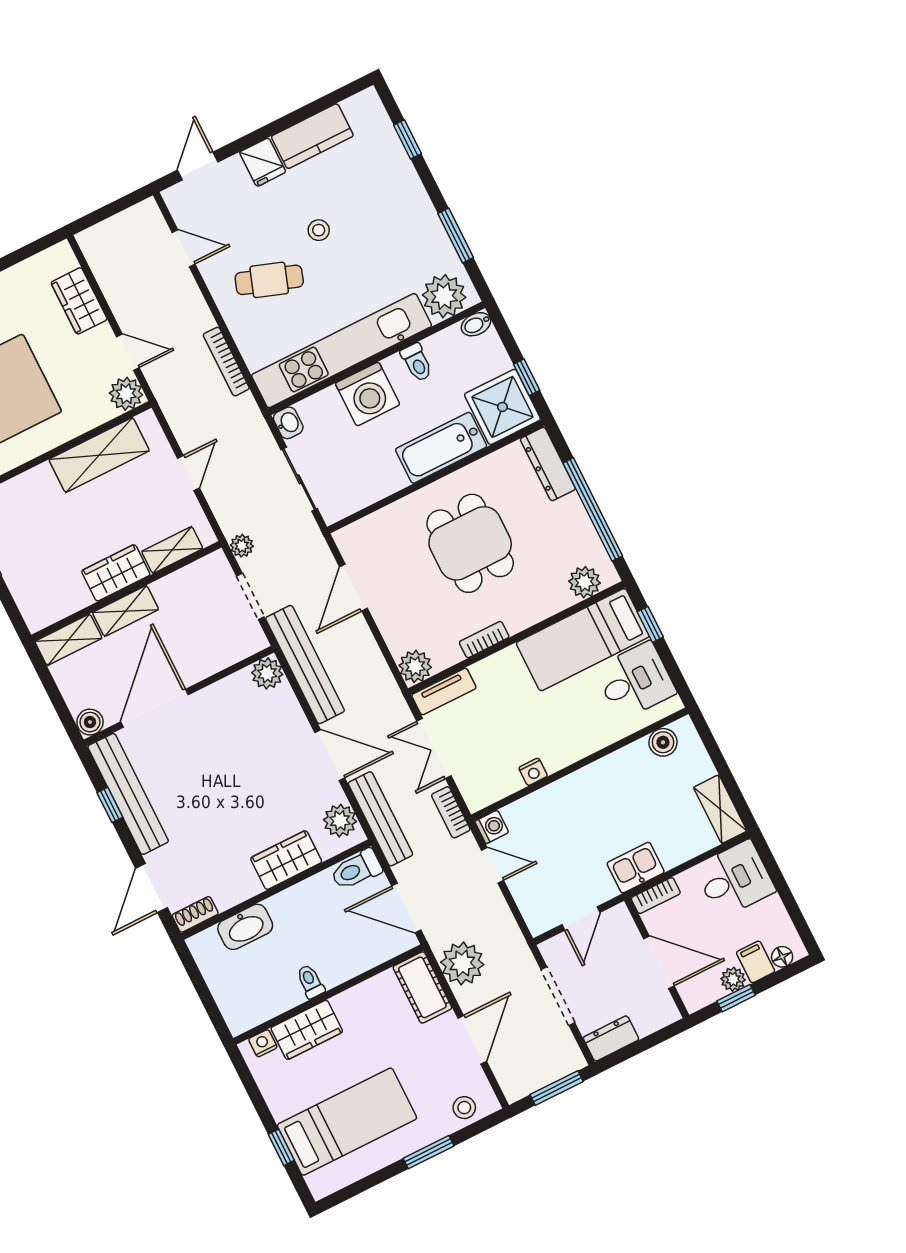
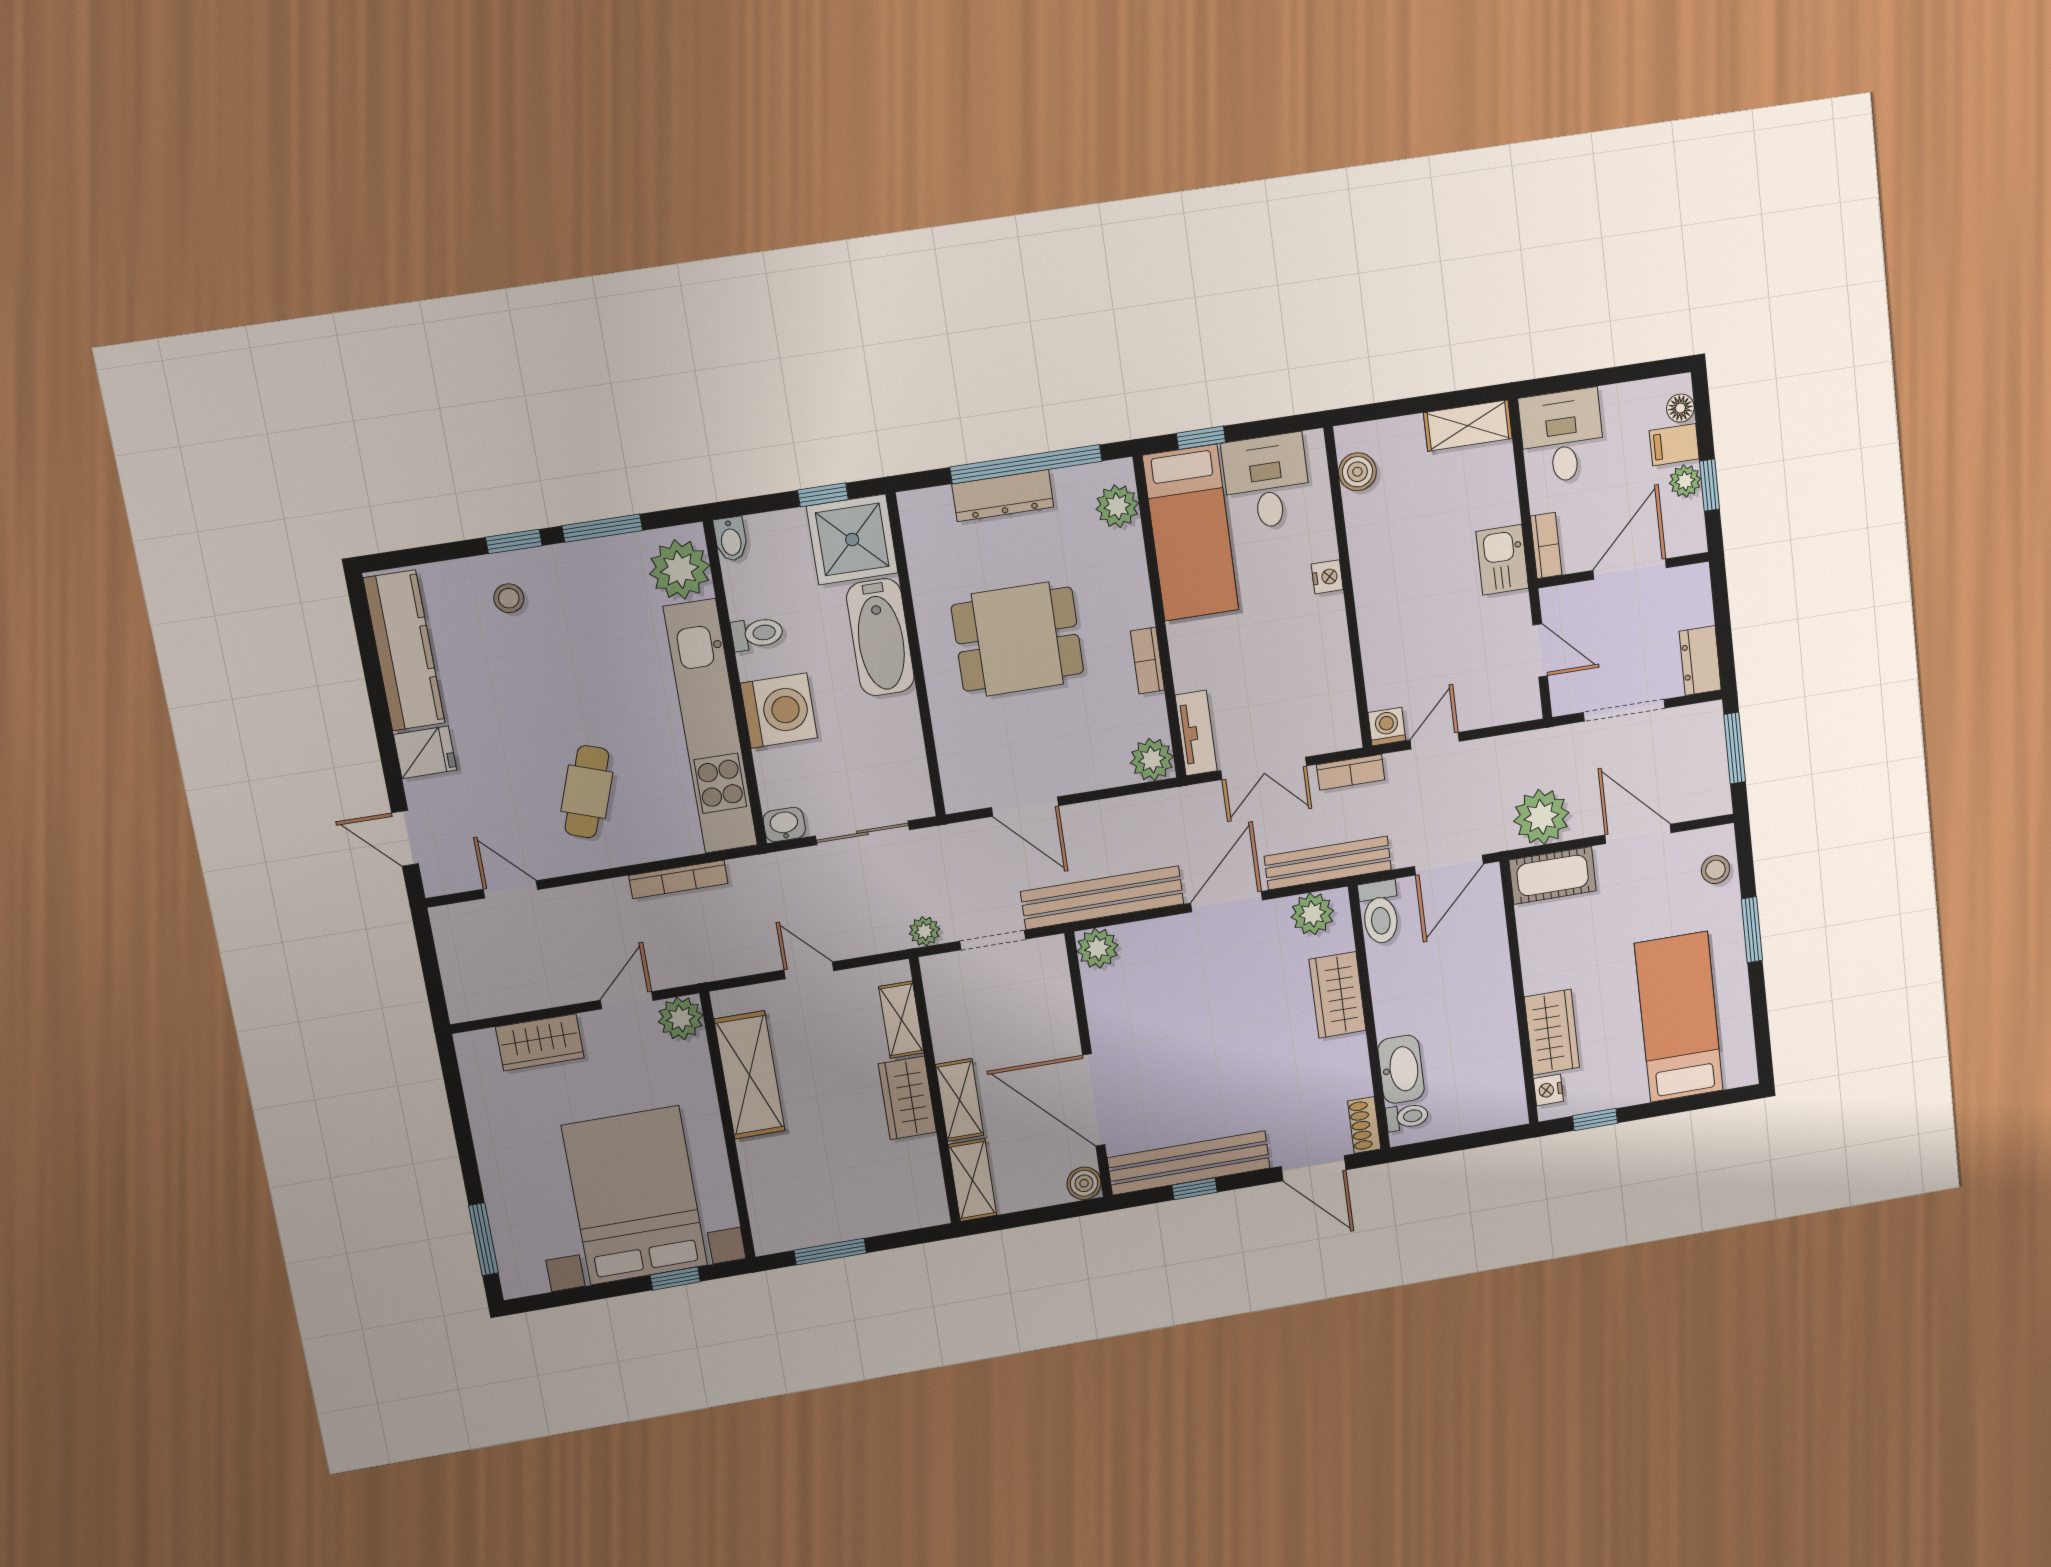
kitchen counter: (312, 136) -> (404, 651), width x1.50
window: (407, 139) -> (514, 541), moved
stool: (319, 230) -> (509, 598), moved
door: (184, 248) -> (511, 889), hinge flipped
dresser: (548, 464) -> (1003, 496), moved
nightstand: (533, 772) -> (1327, 577), moved
toilet: (310, 982) -> (1407, 1117), moved, turned 180
window: (281, 1147) -> (1595, 1120), moved

